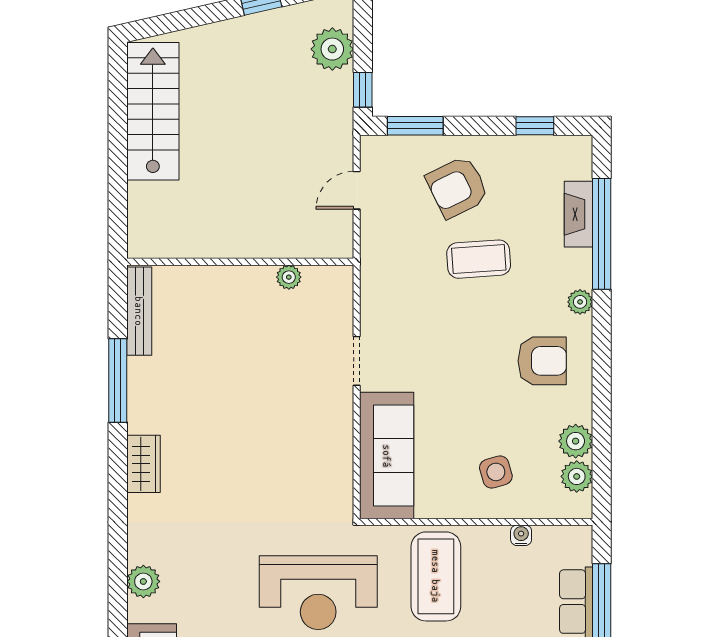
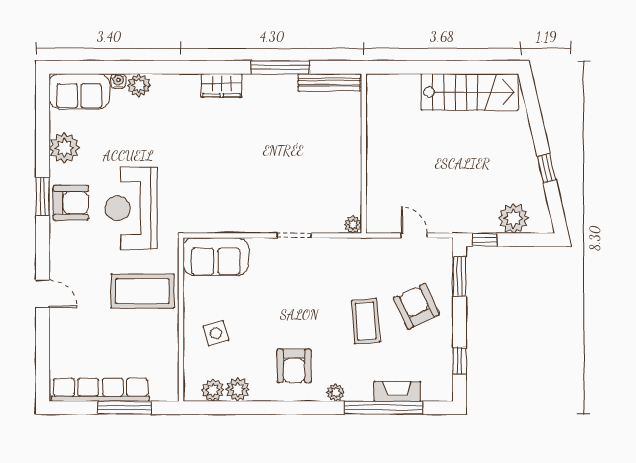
plant: (289, 277) -> (353, 225), moved
sofa: (387, 456) -> (216, 256), width x0.73
water cooler: (521, 535) -> (118, 81), moved, turned -90

